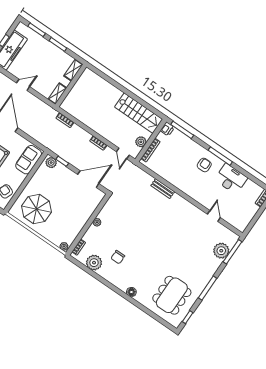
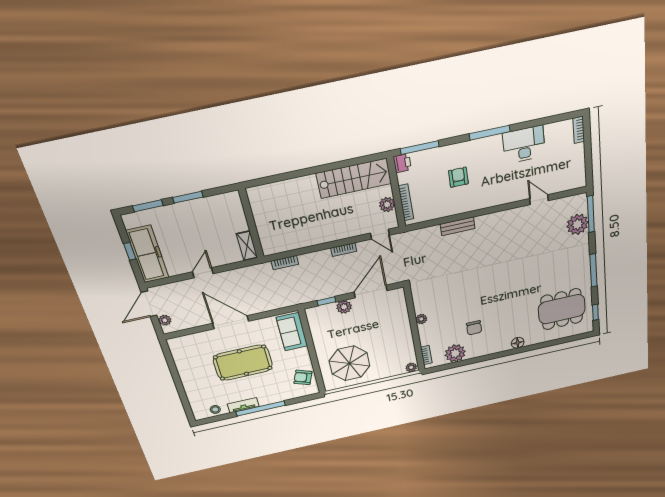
shelving: (73, 70) -> (236, 206), removed
plant: (51, 163) -> (344, 307), moved
armchair: (204, 165) -> (458, 177), moved
dining table: (172, 295) -> (562, 309), turned 90

